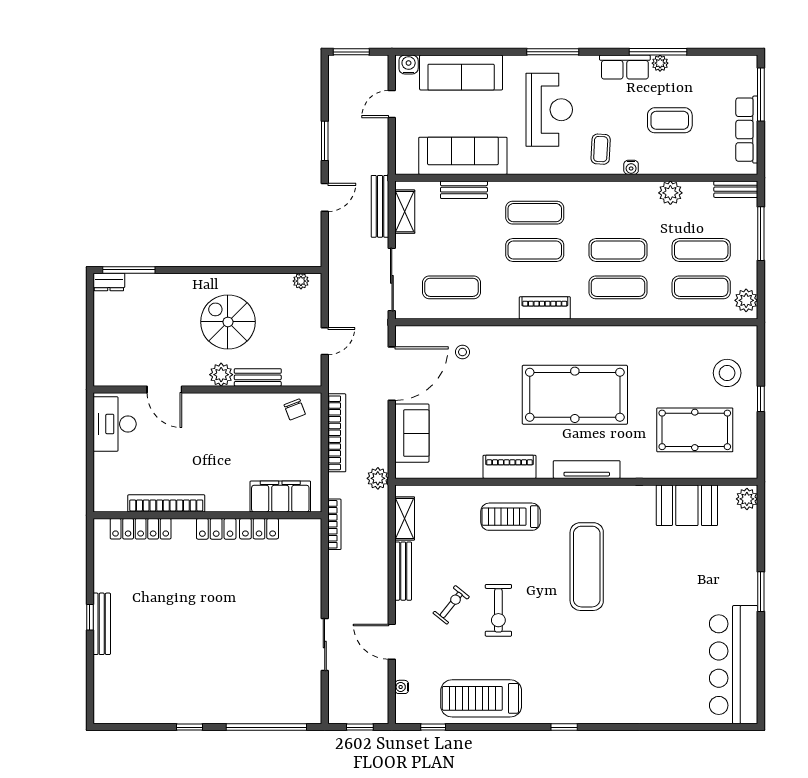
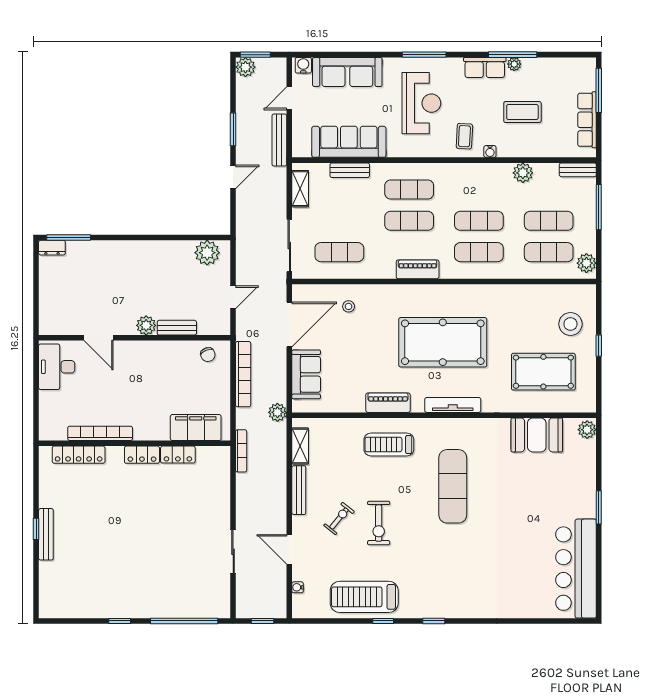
plant: (340, 67) -> (245, 67), added
bench: (380, 206) -> (279, 140), moved
plant: (301, 281) -> (207, 253), width x1.88, depth x1.88
spiral stairs: (228, 322) -> (152, 281), removed
window: (433, 727) -> (383, 621), moved

